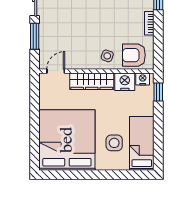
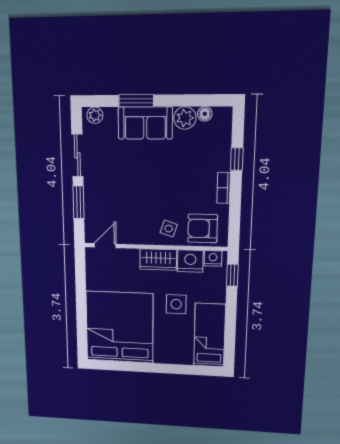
wardrobe: (92, 81) -> (158, 260), width x0.67
side table: (114, 143) -> (176, 304), moved

